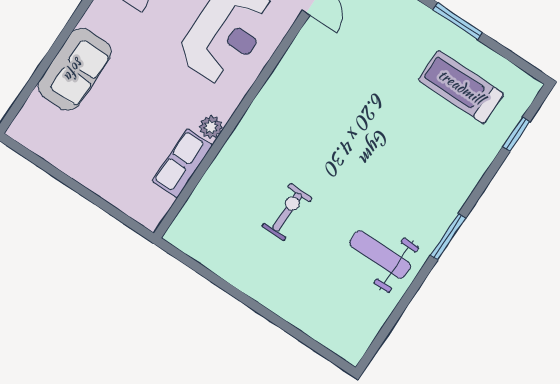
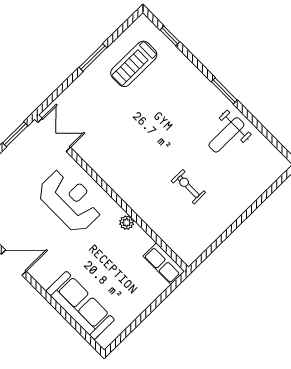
sofa: (75, 69) -> (80, 305), width x1.36
row of seats: (182, 163) -> (164, 264), moved

